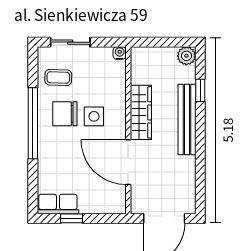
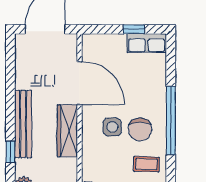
chair: (65, 114) -> (140, 130), turned 90

